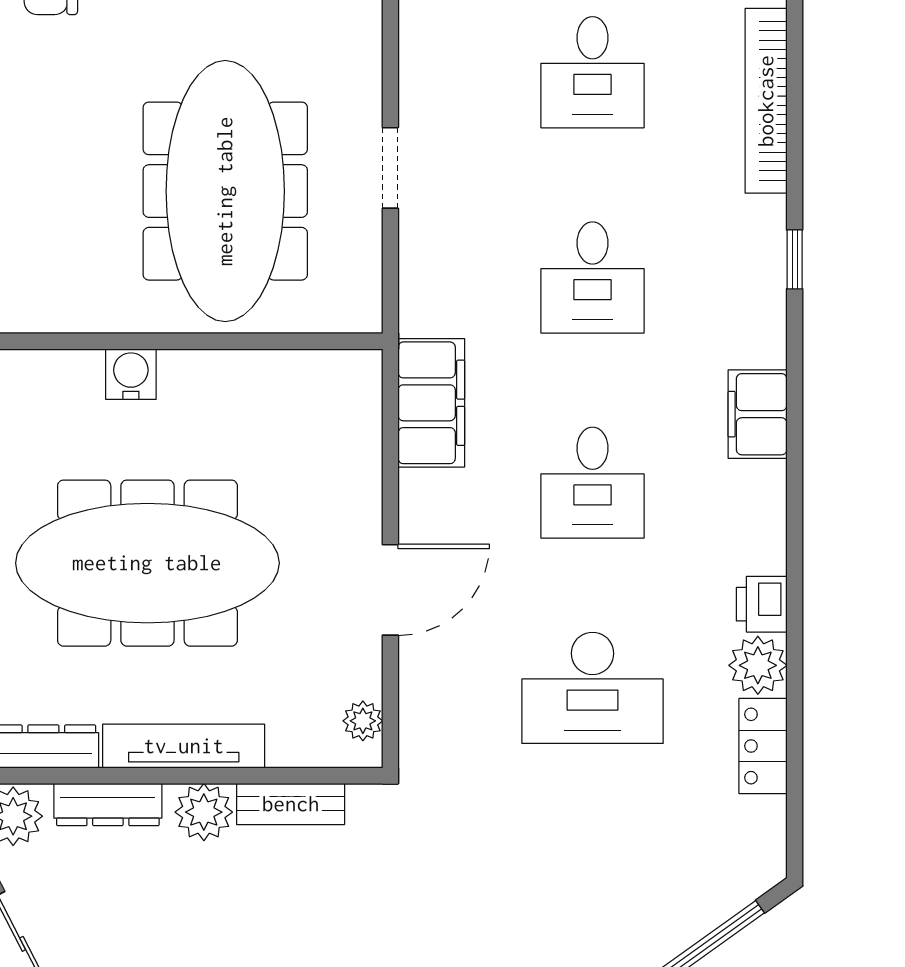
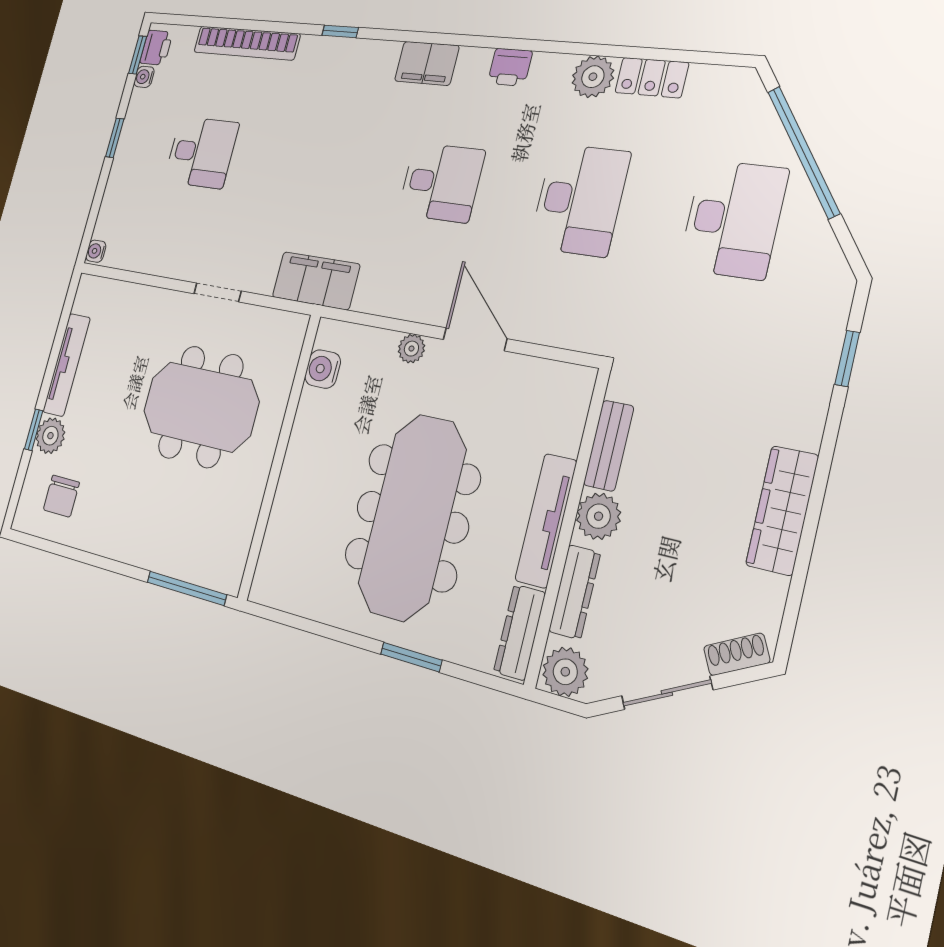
meeting table: (225, 191) -> (201, 406), width x0.73
desk: (592, 277) -> (733, 219), moved, width x1.37
water cooler: (131, 374) -> (323, 369), moved
filing cabinet: (431, 403) -> (316, 281), moved
printer: (762, 604) -> (510, 67), moved
plant: (363, 721) -> (411, 349), moved

